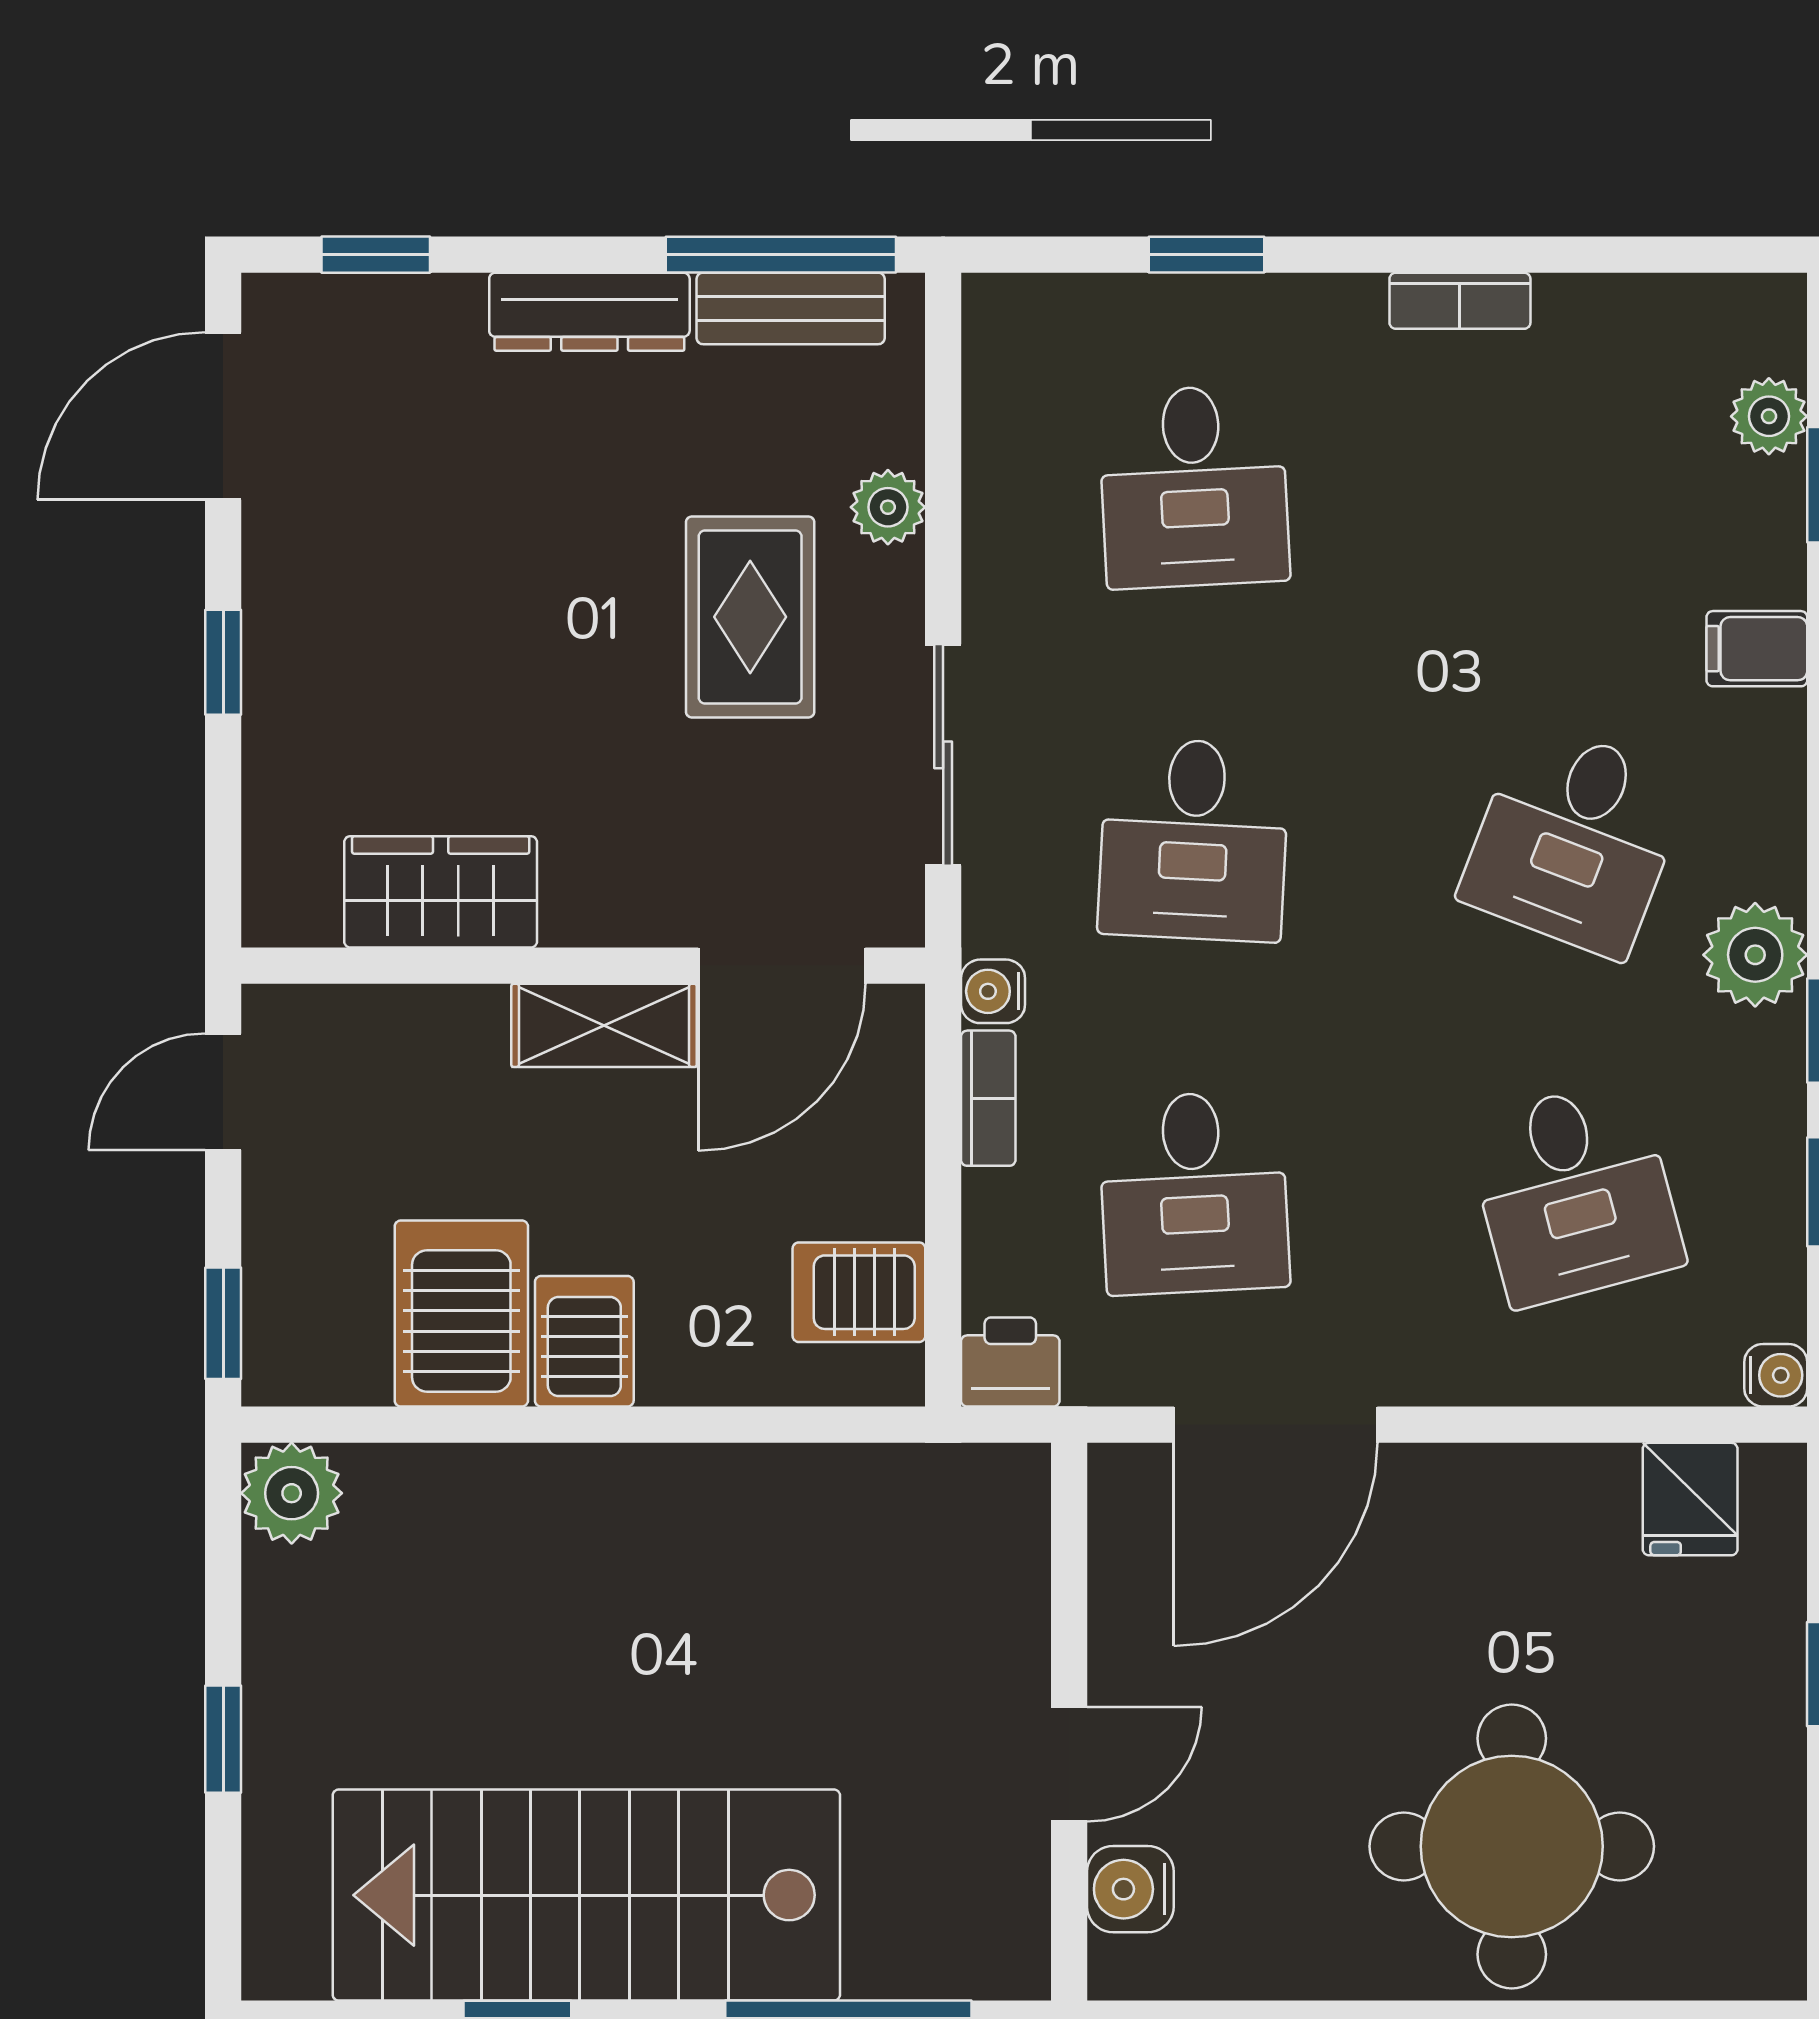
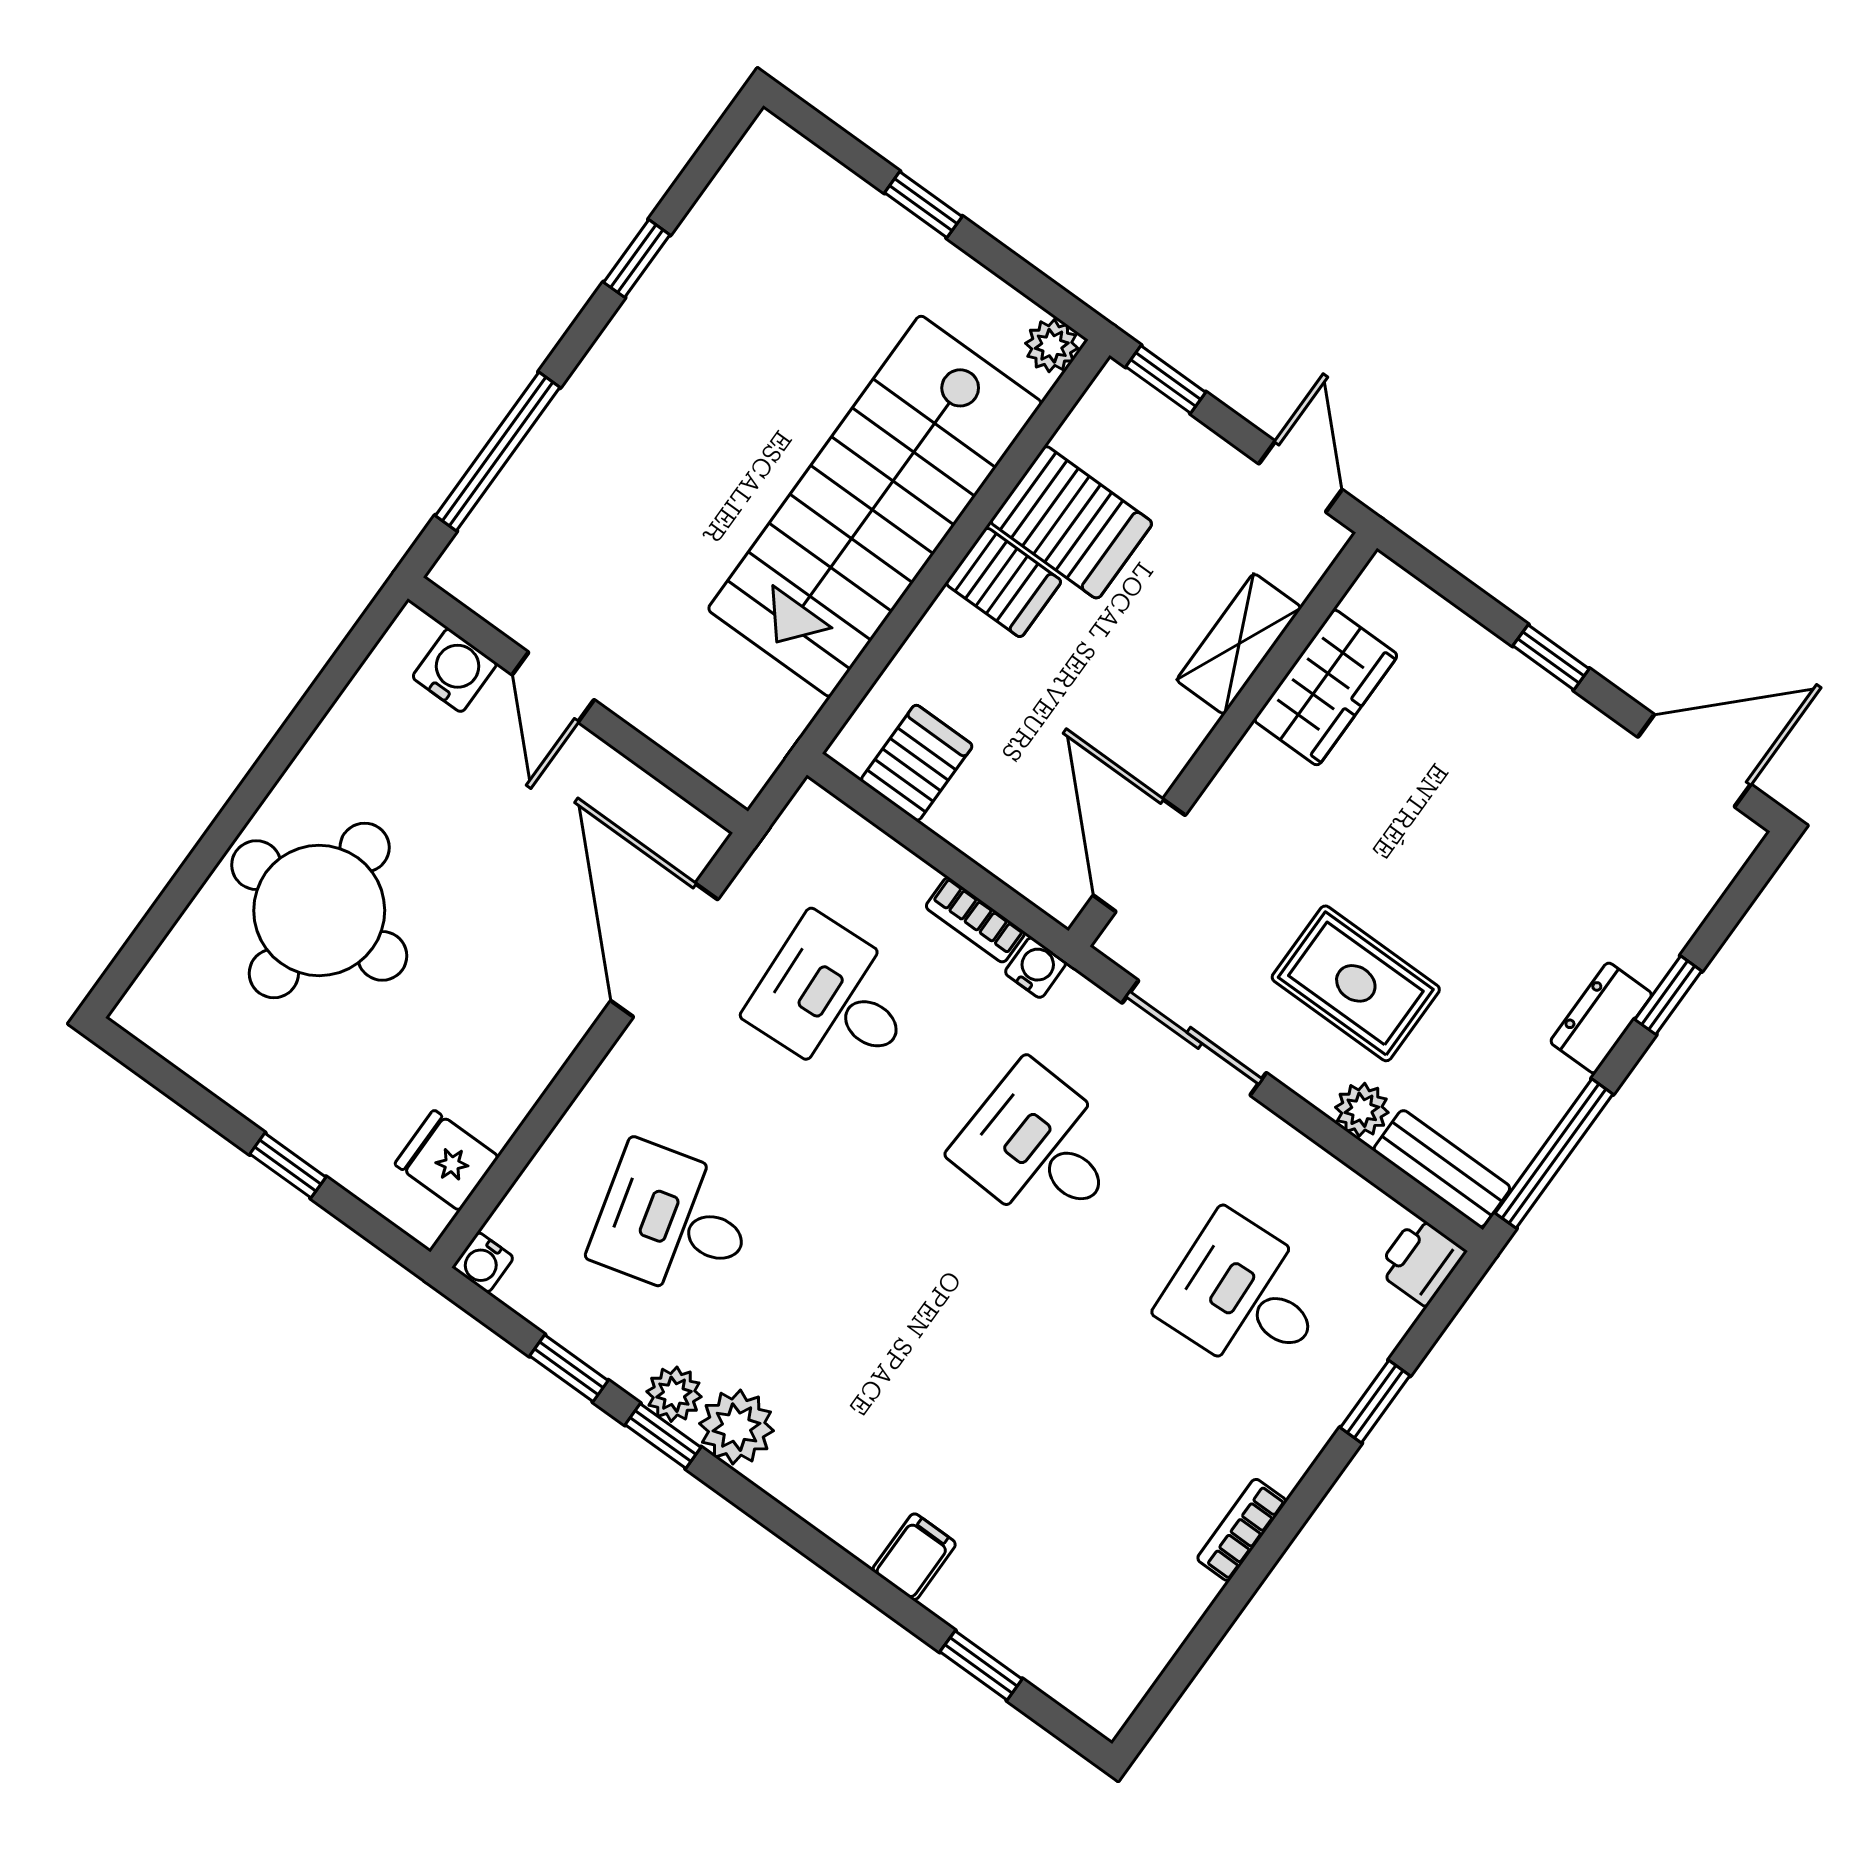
window: (376, 255) -> (1668, 995), moved
bench: (791, 308) -> (1442, 1169), moved, turned 90
dresser: (589, 312) -> (1601, 1018), width x0.70
door: (223, 416) -> (1694, 761), hinge flipped
plant: (1769, 416) -> (674, 1394), moved
desk: (1575, 840) -> (880, 1370), removed
shelving: (604, 1025) -> (1239, 644), moved
printer: (1010, 1362) -> (1421, 1261), moved, turned 180
plant: (292, 1493) -> (1052, 346), width x0.73, depth x0.73
stairs: (586, 1895) -> (875, 506), moved, turned 180

